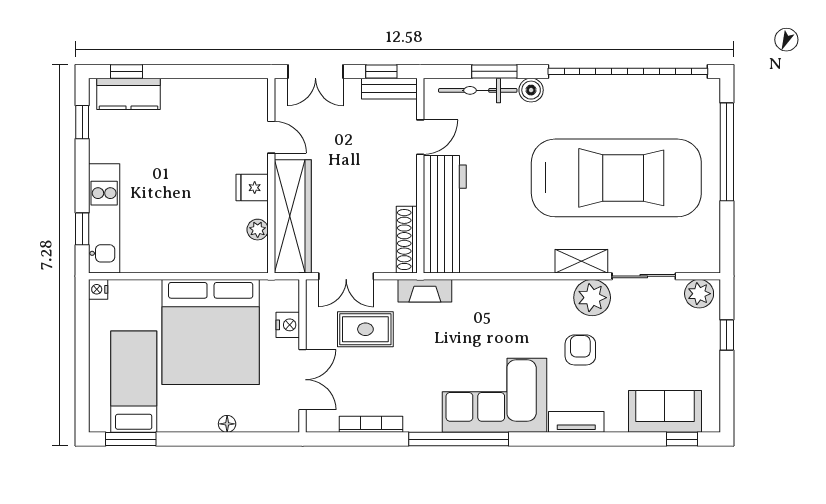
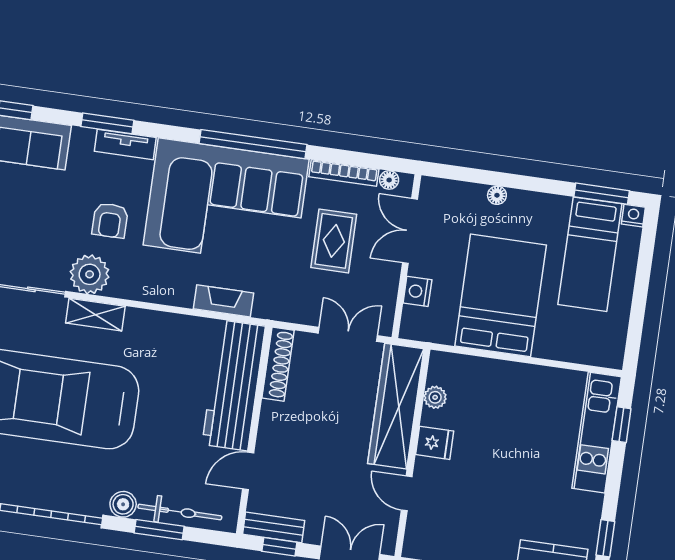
nightstand: (98, 289) -> (633, 216), moved, turned -90
fireplace: (425, 291) -> (224, 301), moved
rug: (365, 329) -> (334, 241), moved, turned 90
bed: (211, 332) -> (501, 295), width x0.73
corner sofa: (495, 395) -> (226, 202), width x1.36, depth x1.36
floor lamp: (328, 424) -> (389, 180), added
window: (596, 439) -> (107, 123), added

